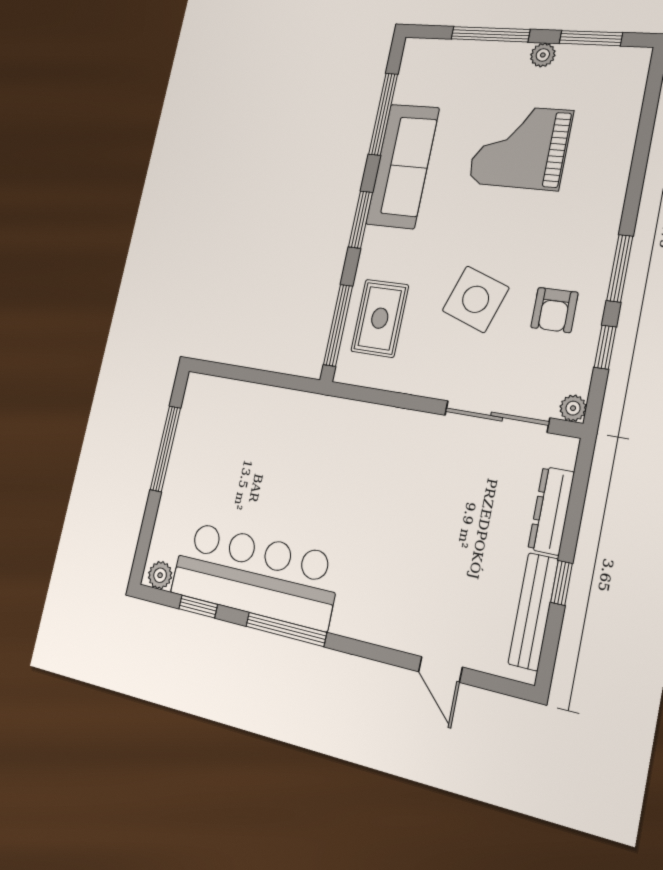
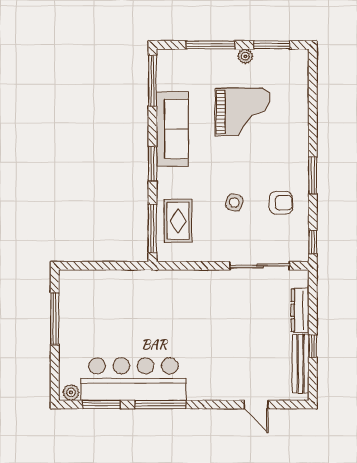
window: (383, 114) -> (152, 81), moved
grand piano: (520, 147) -> (243, 112), turned 180
side table: (476, 299) -> (234, 203), width x0.54, depth x0.54
armchair: (554, 310) -> (281, 203), turned -90
window: (605, 347) -> (313, 242), moved
plant: (573, 408) -> (301, 255), removed
window: (198, 607) -> (101, 405), width x1.50

